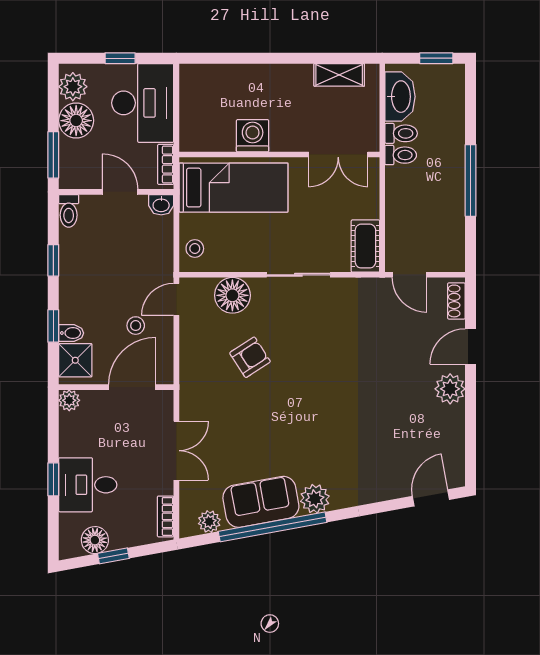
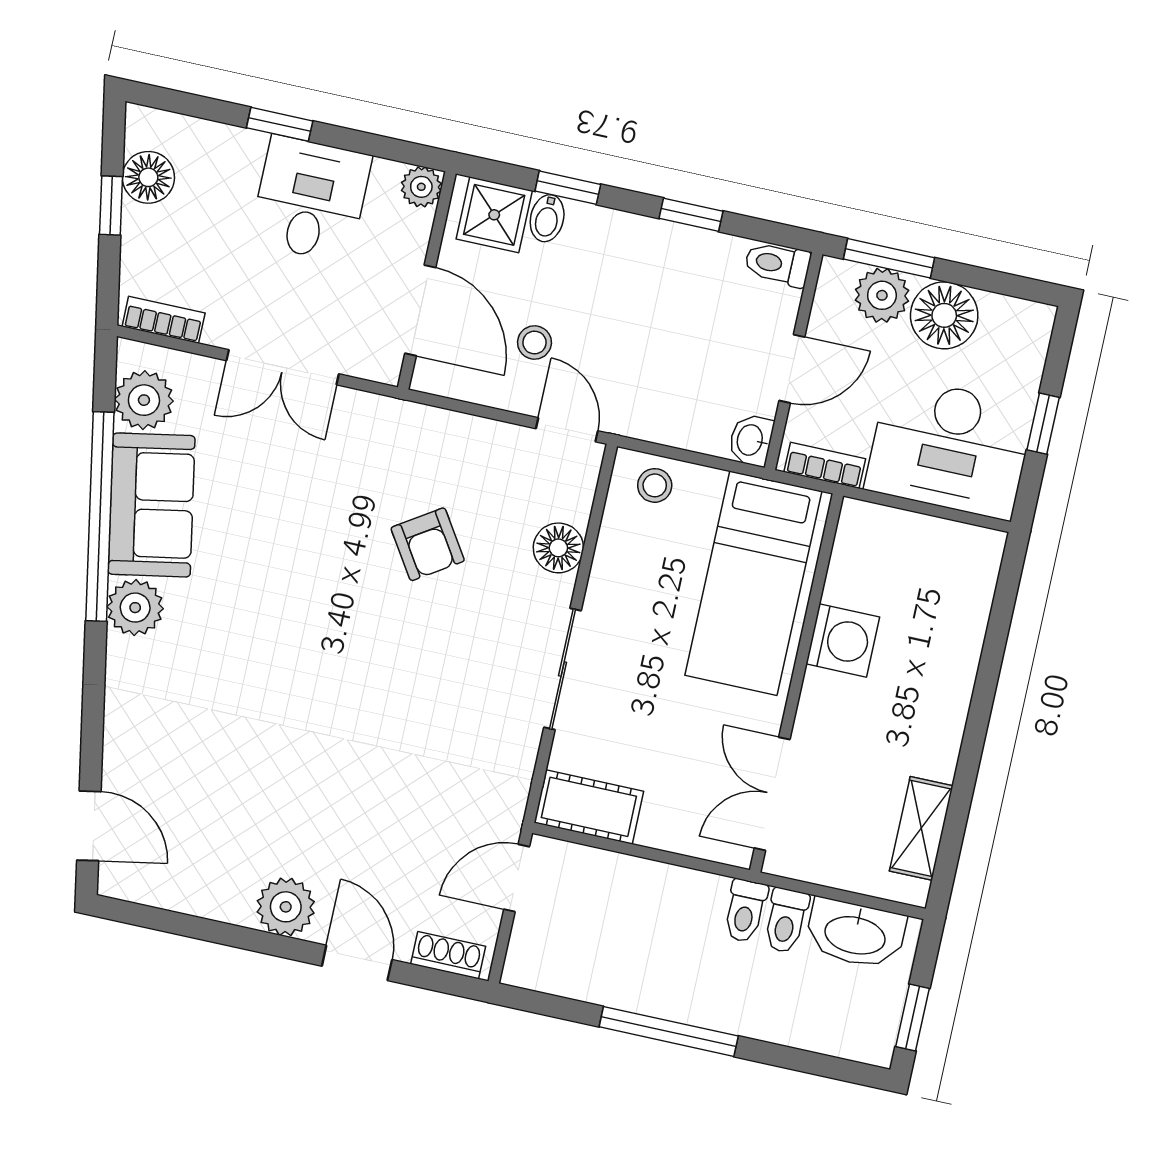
plant: (73, 87) -> (882, 295), moved
floor lamp: (232, 295) -> (558, 548), width x0.73, depth x0.73
desk: (88, 485) -> (311, 199), moved
plant: (209, 522) -> (144, 400), width x1.38, depth x1.38

